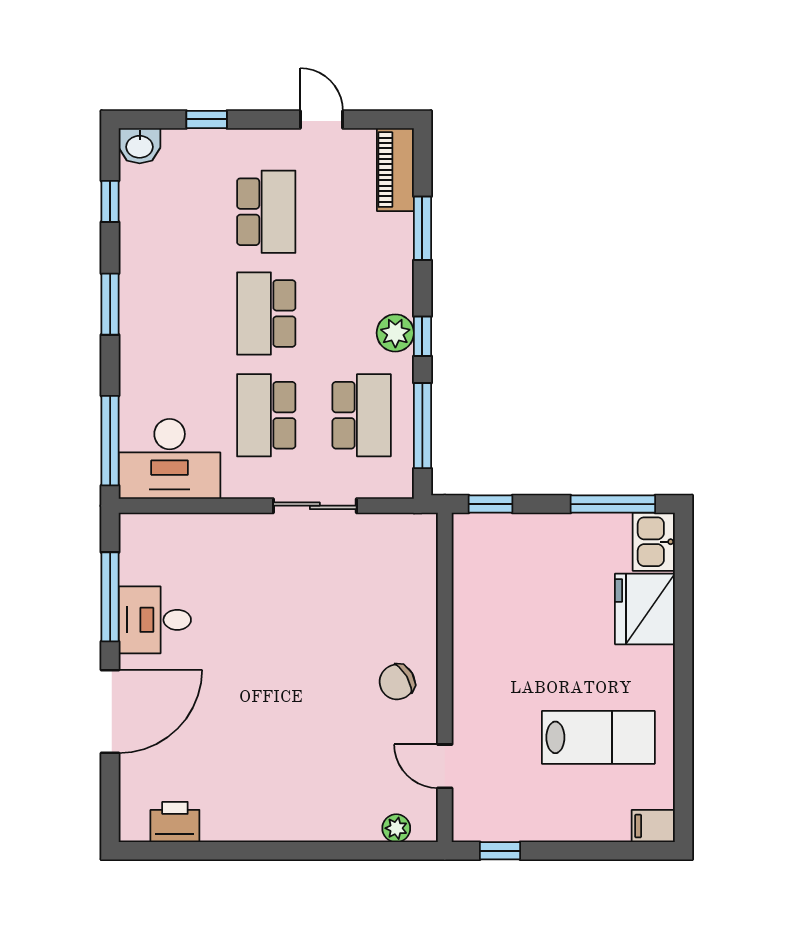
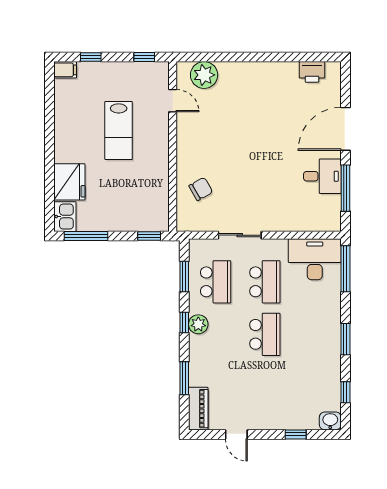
school desk: (266, 212) -> (265, 387), removed
school desk: (362, 415) -> (216, 282), turned 180
window: (422, 426) -> (184, 276), width x0.69
chair: (397, 682) -> (201, 189), moved
lab bench: (598, 737) -> (119, 131), moved, turned -90
plant: (396, 828) -> (204, 75), width x1.88, depth x1.88
window: (604, 851) -> (91, 57), added

